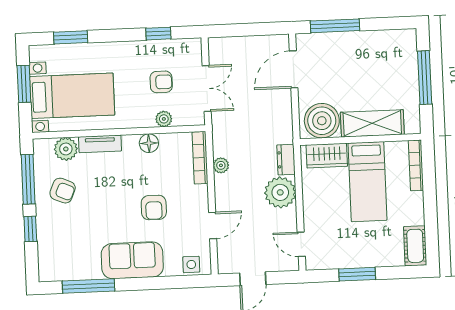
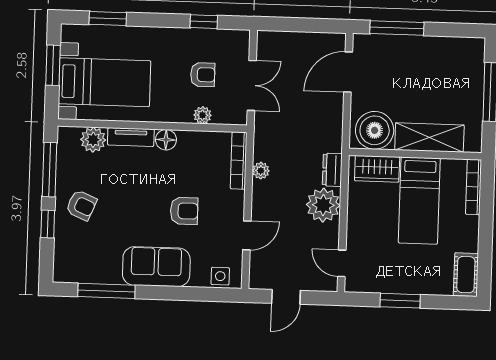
floor lamp: (149, 143) -> (166, 140), moved
armchair: (63, 191) -> (81, 205), moved
armchair: (154, 208) -> (184, 211), turned -90

